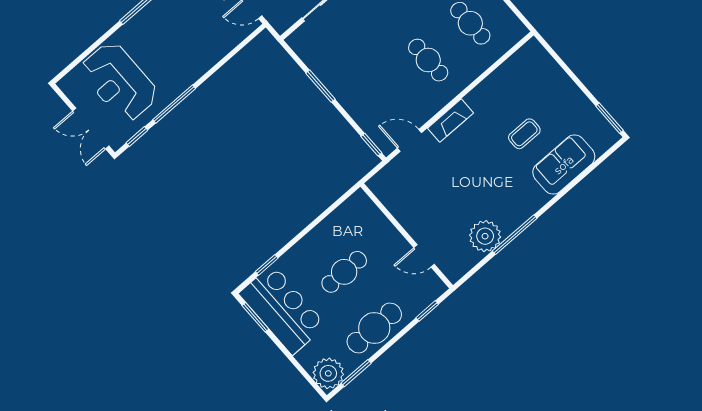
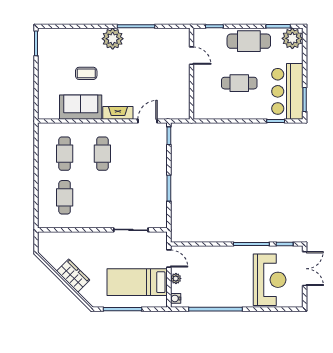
door: (410, 140) -> (148, 121), swing flipped
sofa: (564, 165) -> (81, 107), moved, turned 180
plant: (485, 236) -> (113, 39), moved

